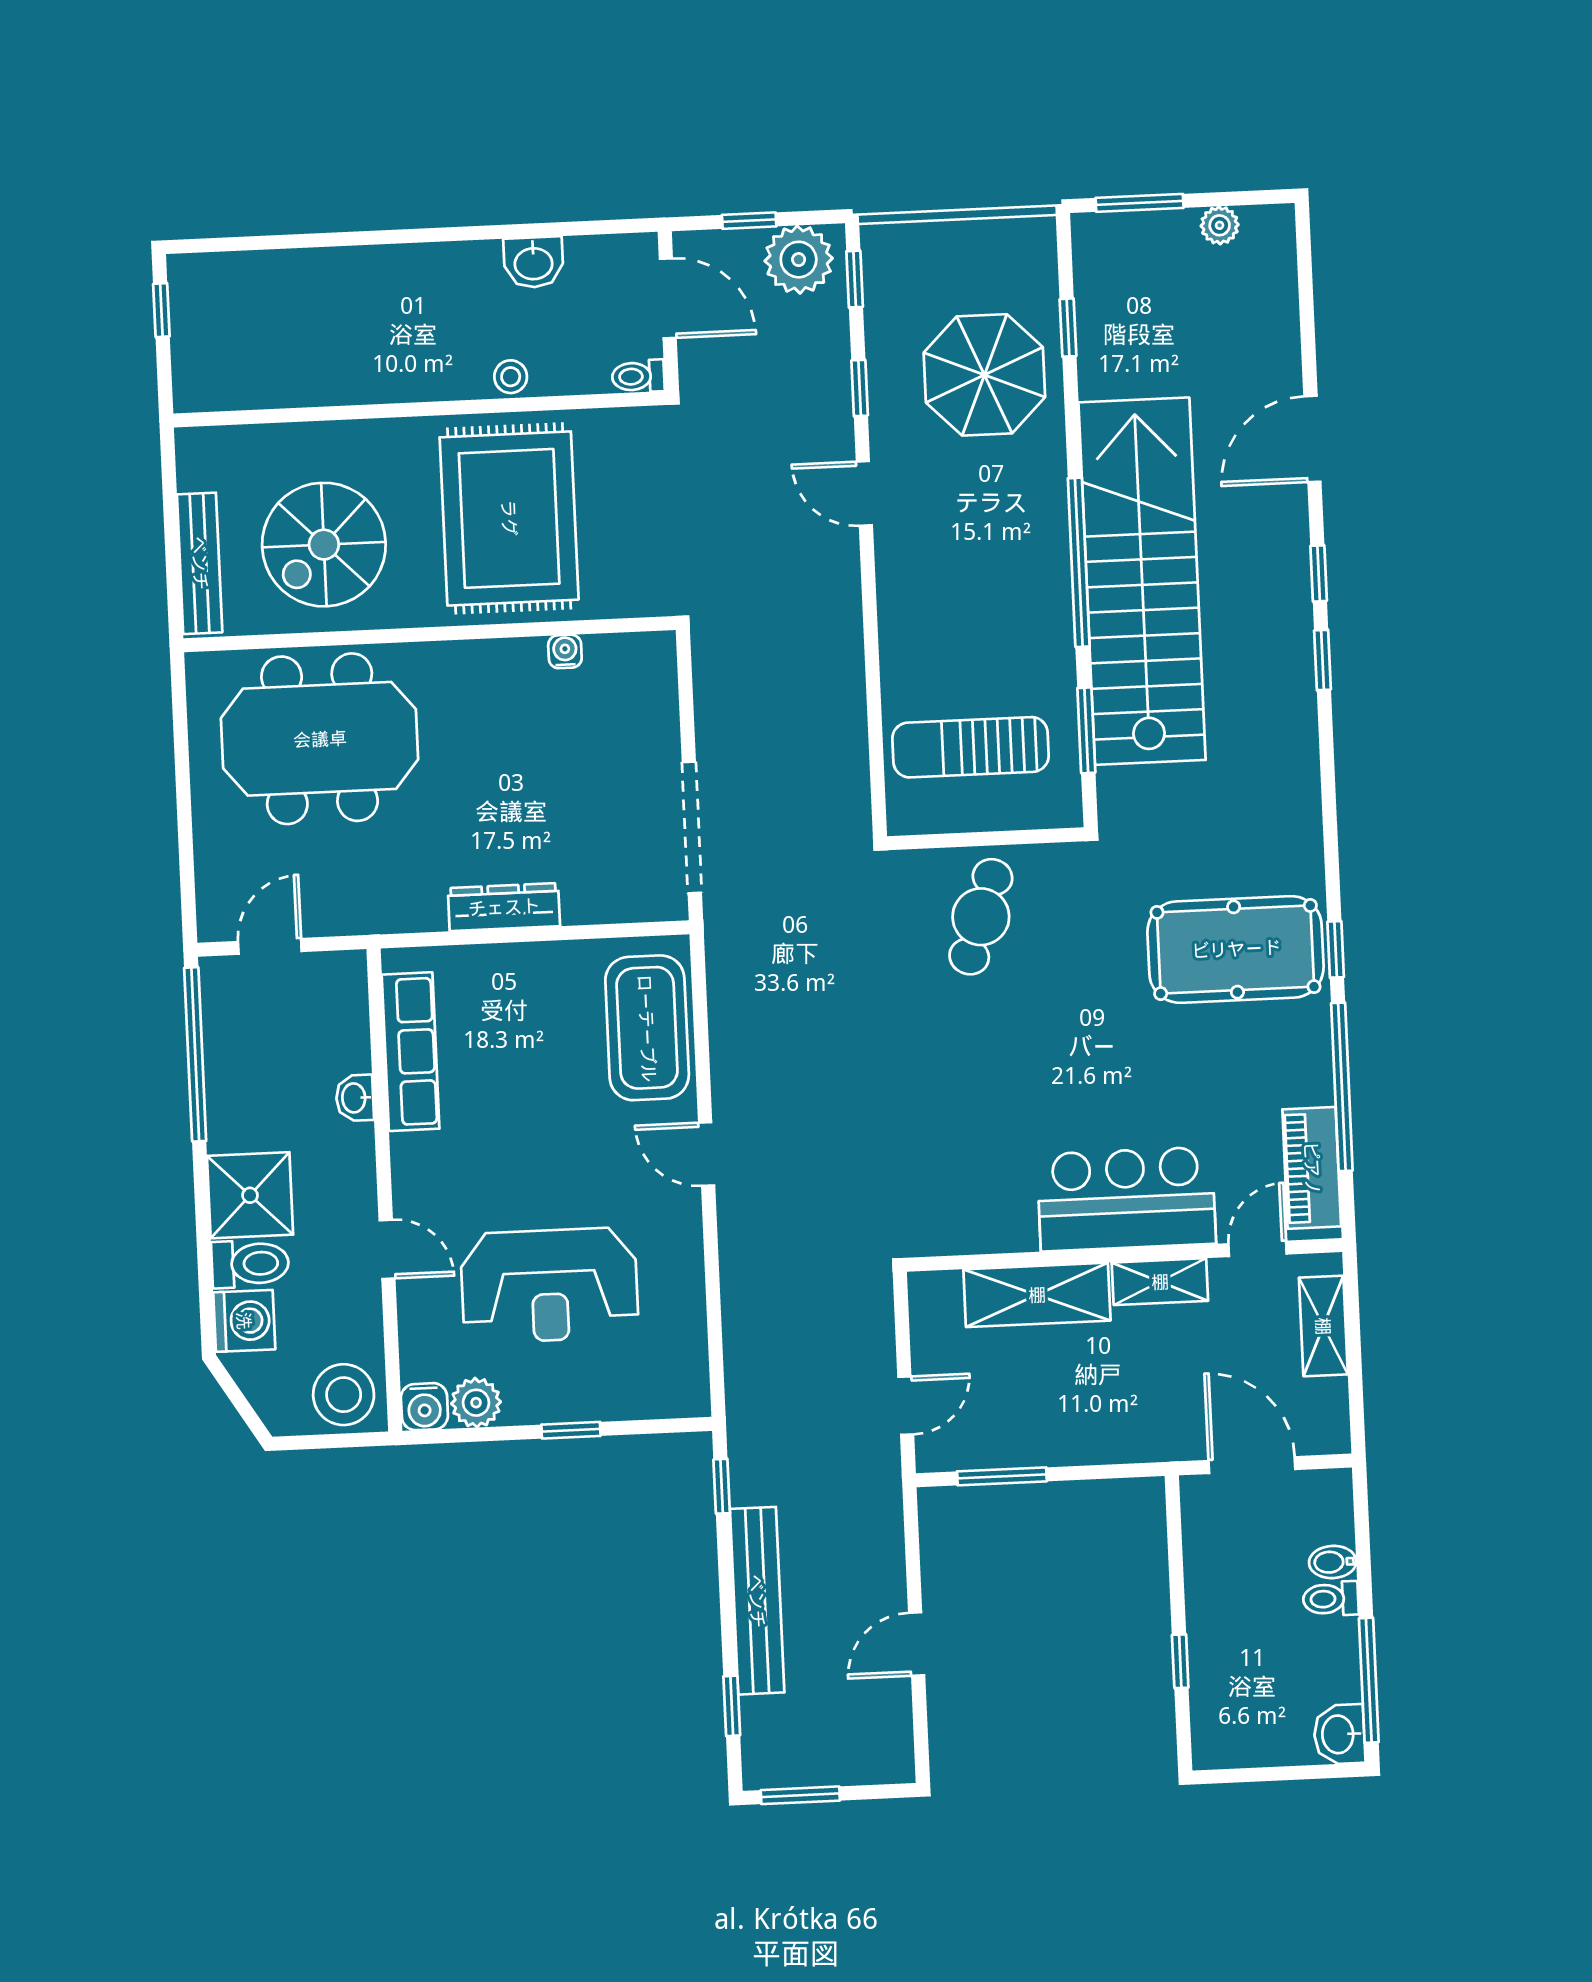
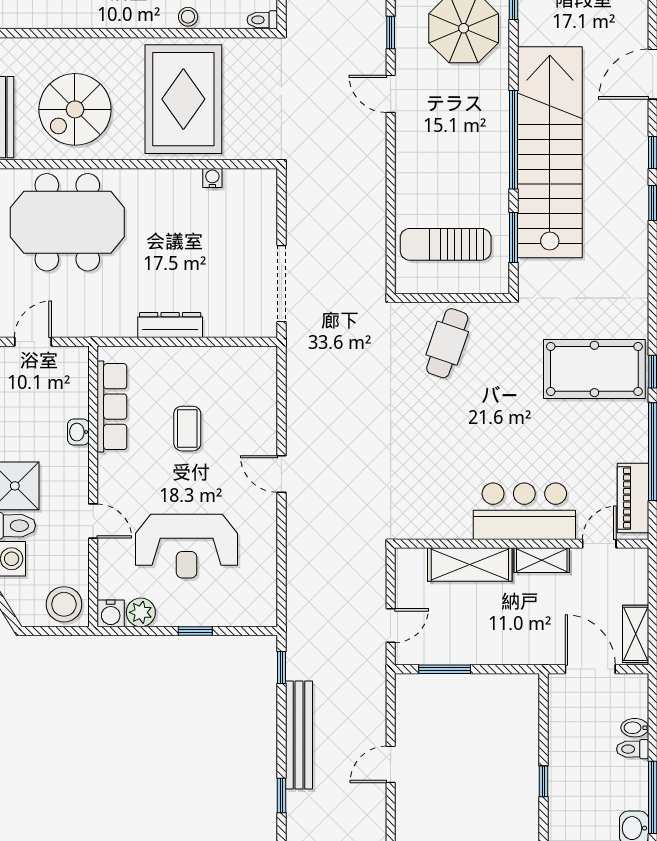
coffee table: (647, 1028) -> (187, 429), moved, width x0.54, depth x0.58
shelving: (1323, 1326) -> (636, 634), moved

